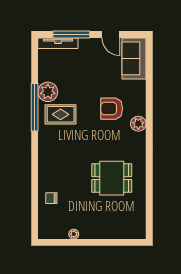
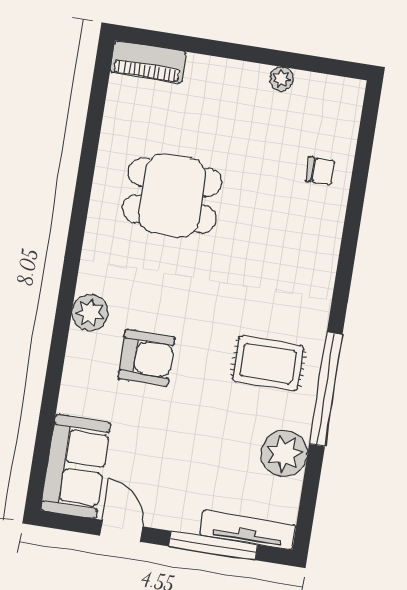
plant: (48, 92) -> (284, 454), moved
piano: (131, 232) -> (148, 62), added

